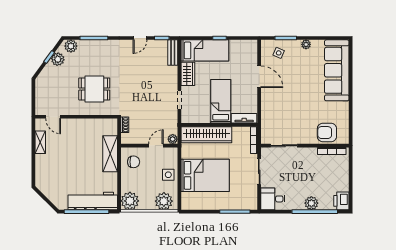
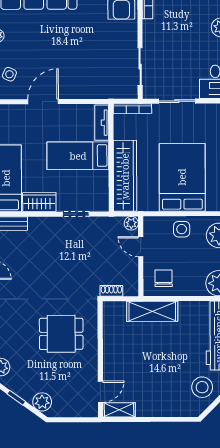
plant: (58, 59) -> (42, 402), moved
dining table: (94, 89) -> (61, 334), turned 90
shelving: (40, 142) -> (119, 410), moved
stool: (56, 189) -> (202, 387), added

